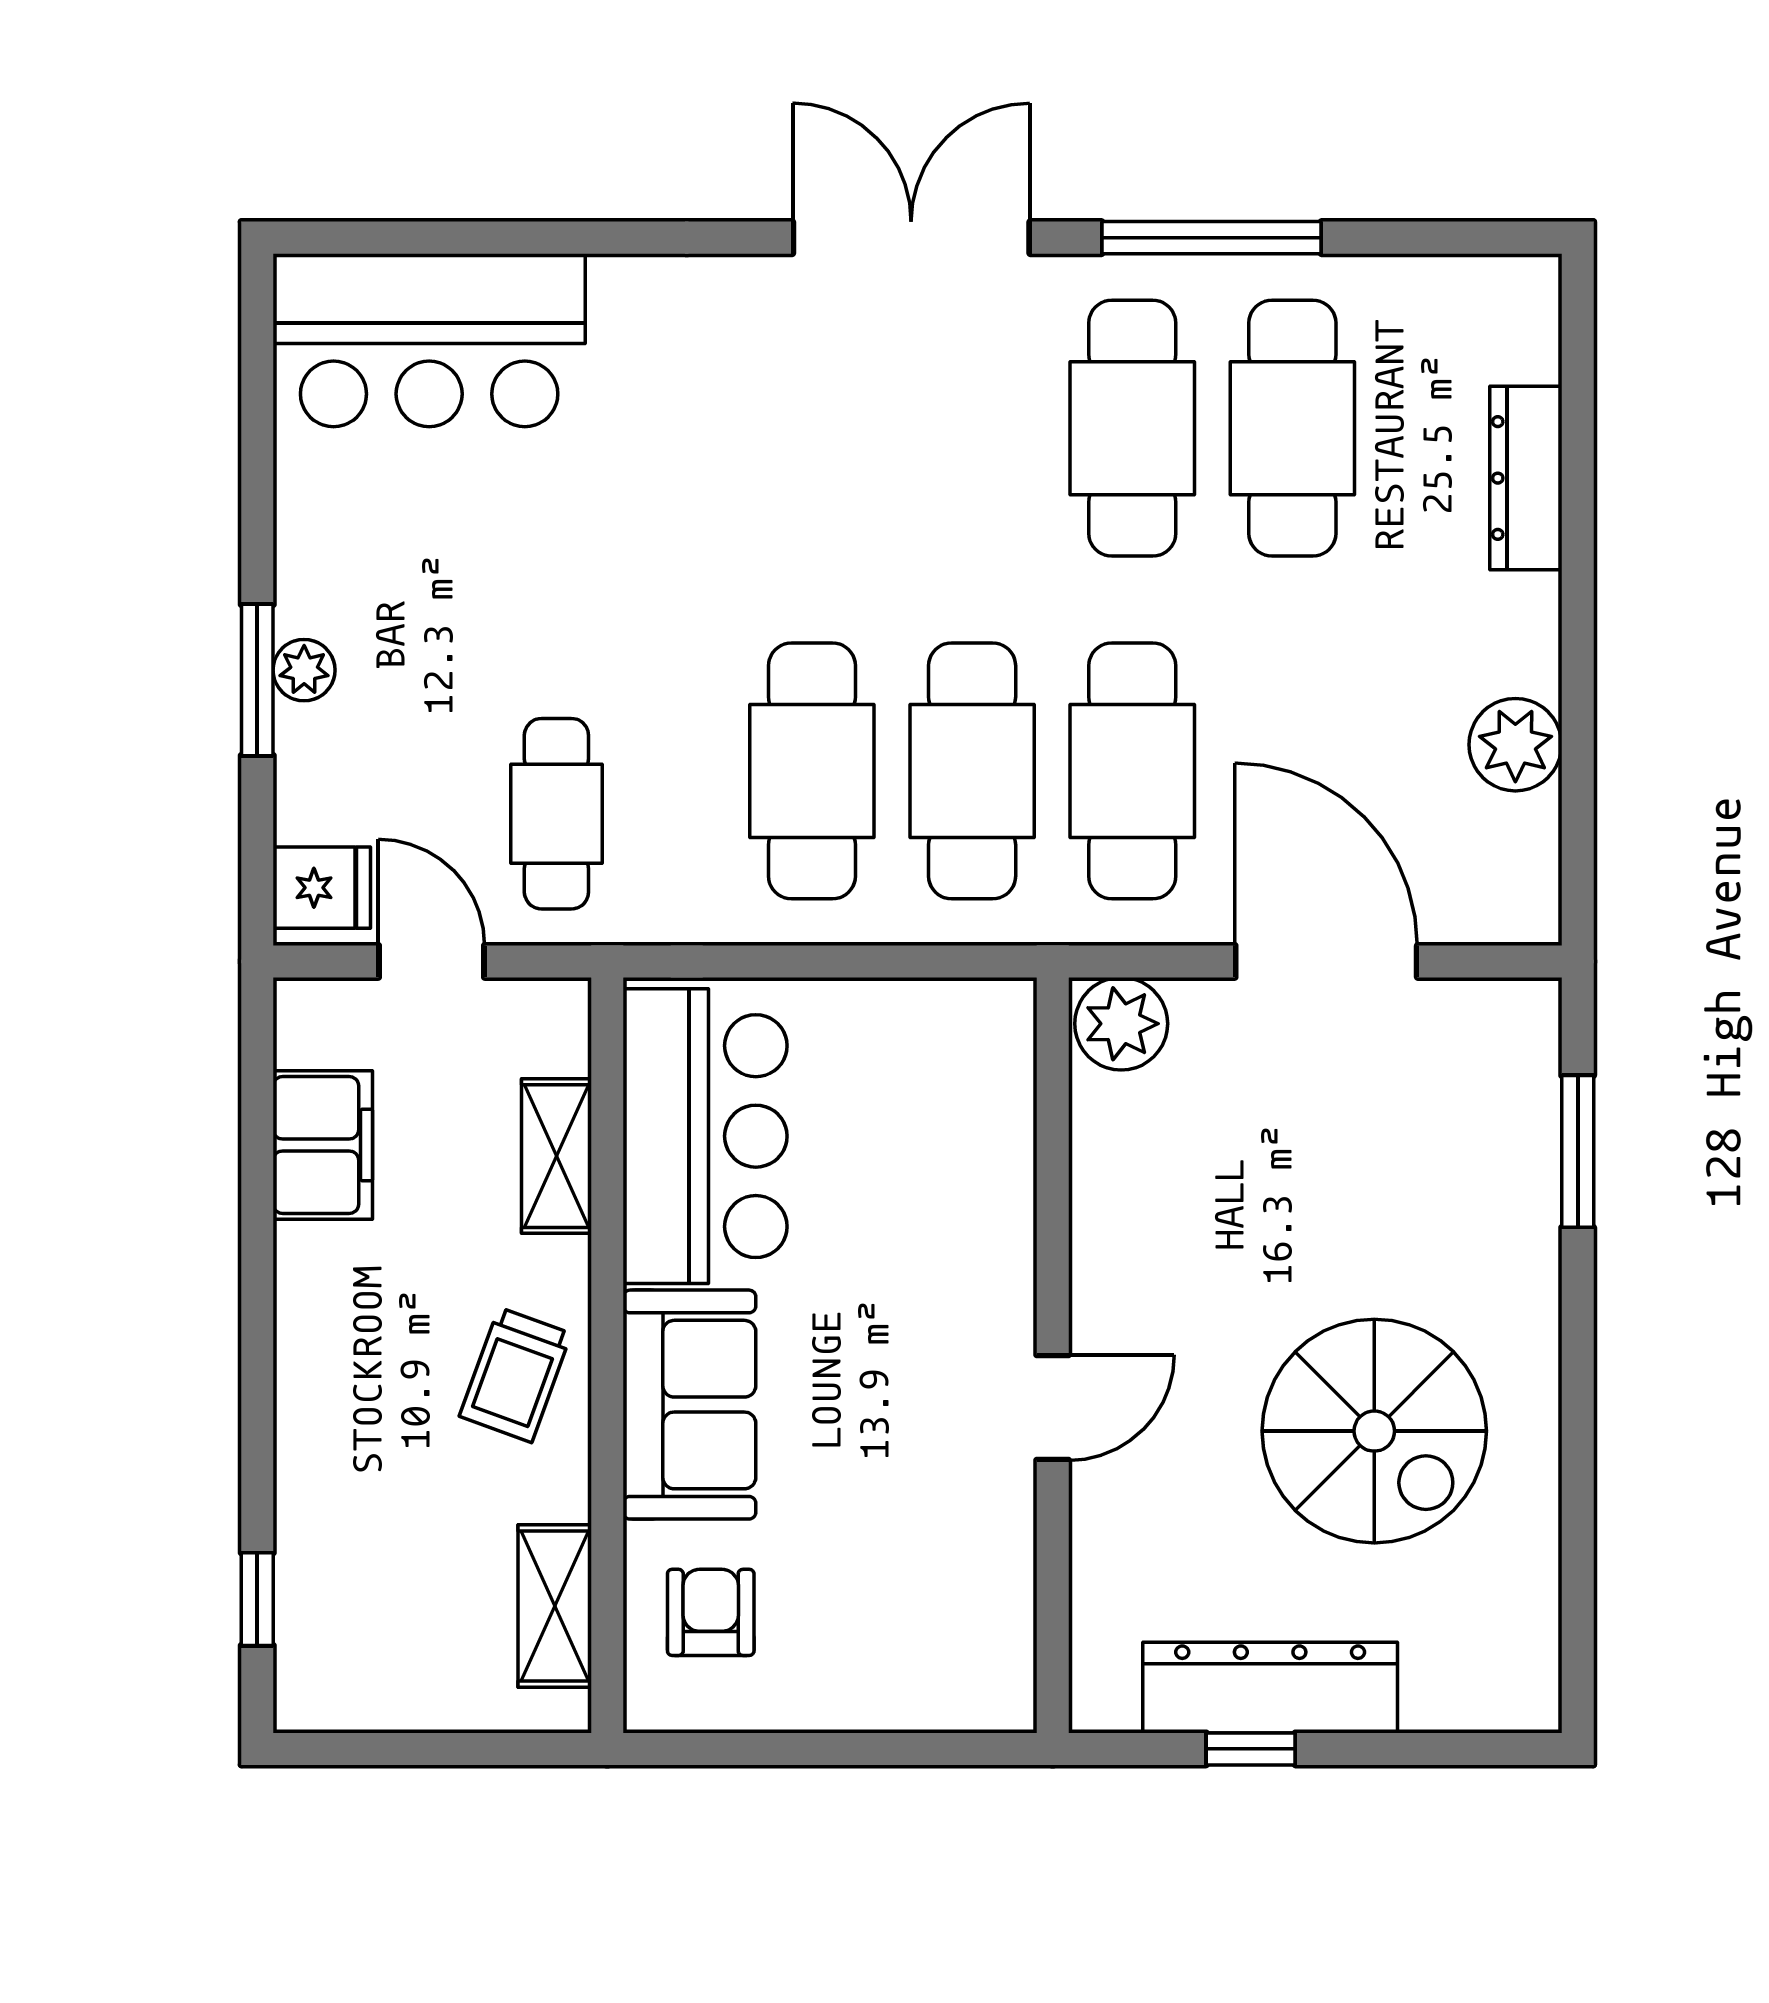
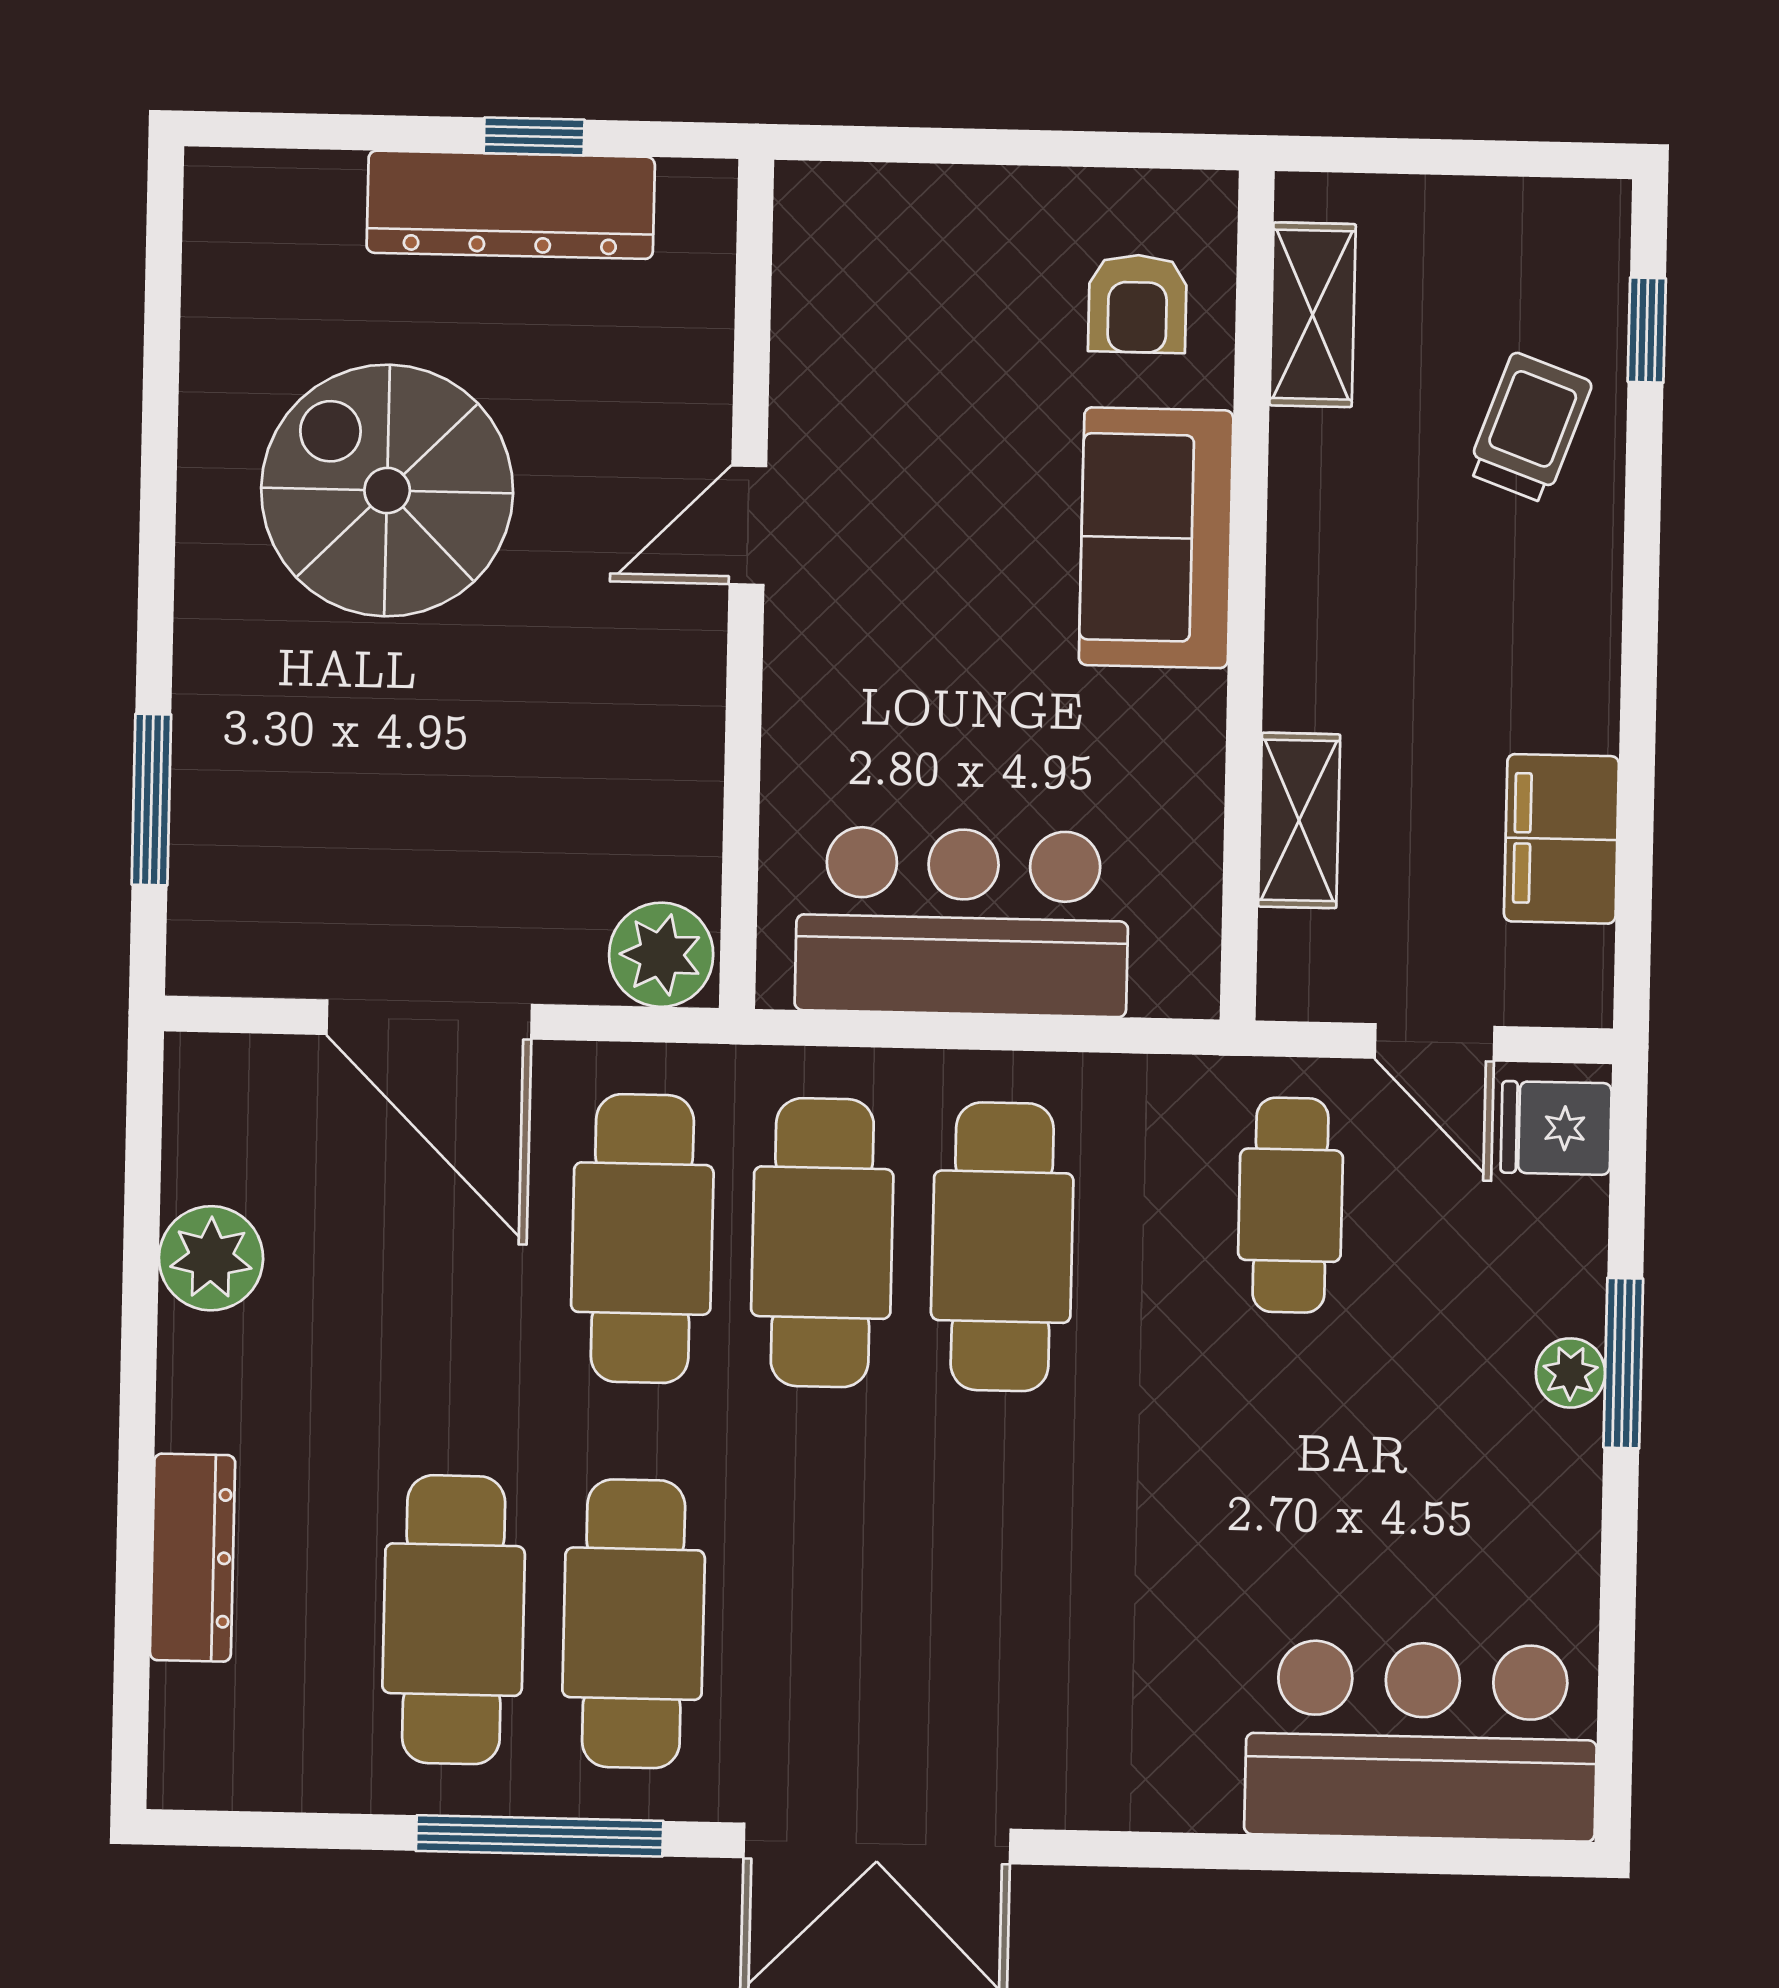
bar counter: (705, 1136) -> (962, 922), moved, turned 90
trolley: (515, 1375) -> (1529, 427), moved

